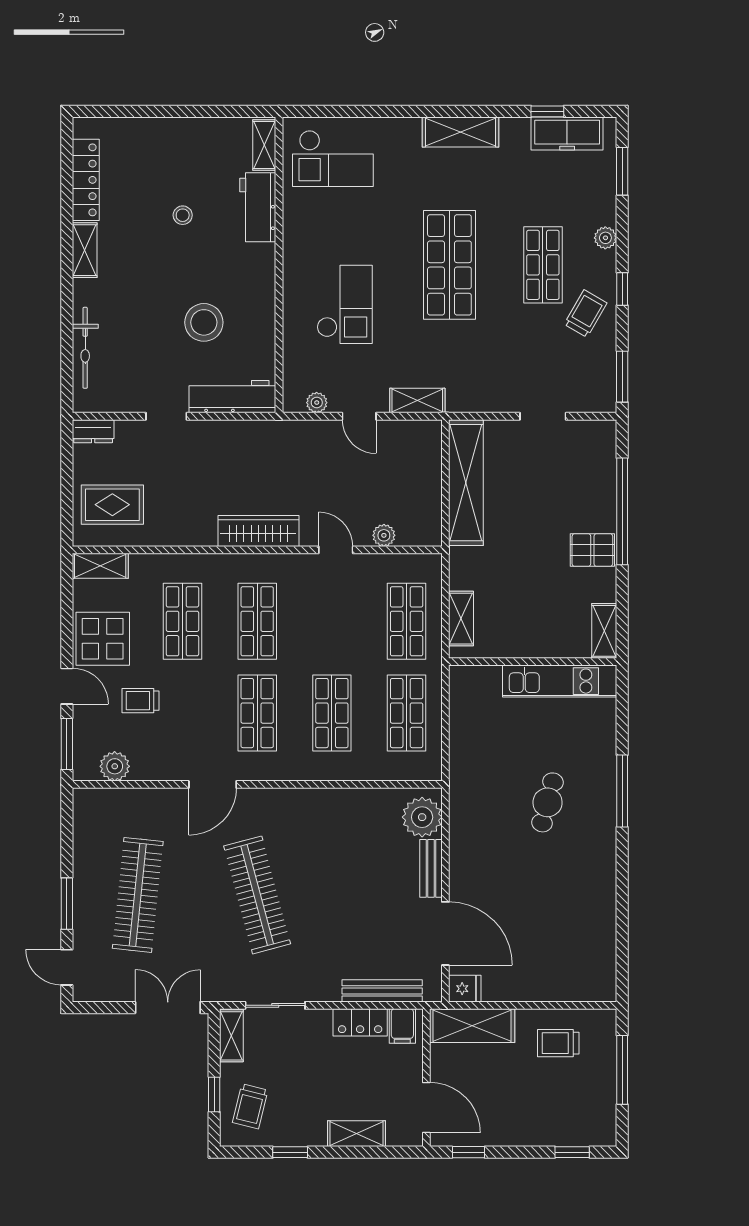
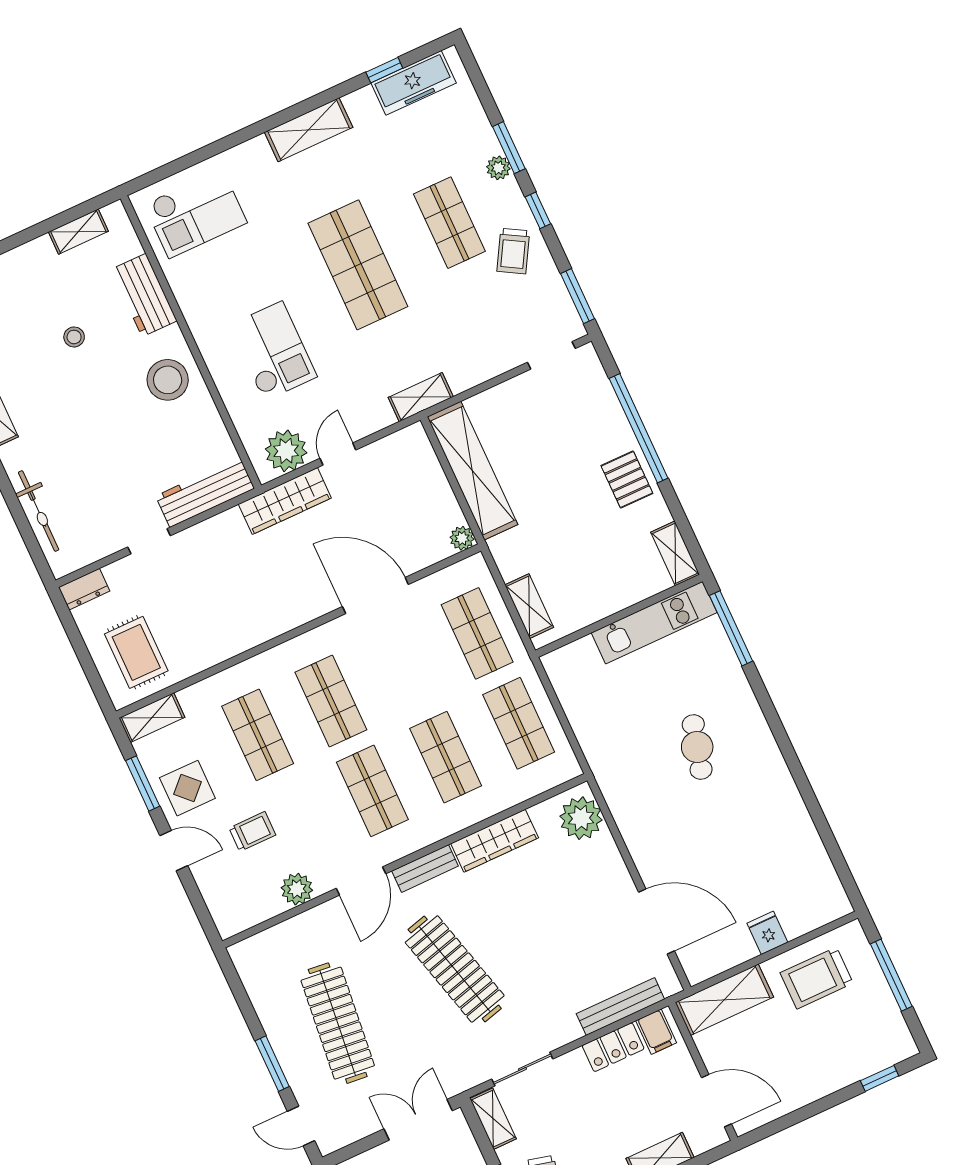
shelving: (264, 145) -> (78, 232), moved, turned 90
window: (622, 171) -> (509, 148), moved
trolley: (586, 314) -> (513, 251), turned 180
stool: (204, 322) -> (168, 380), moved
shelving: (417, 401) -> (421, 397), moved
plant: (317, 403) -> (286, 451), width x1.88, depth x1.88
door: (359, 416) -> (338, 454), swing flipped
doorway: (543, 416) -> (551, 355), moved
rug: (112, 505) -> (136, 652), turned 90
wardrobe: (258, 531) -> (285, 501), moved, turned 180
plant: (384, 535) -> (462, 538), moved
door: (336, 550) -> (375, 596), width x1.87
pallet: (592, 550) -> (627, 480), turned 90
display table: (103, 639) -> (187, 788), width x0.73, depth x0.73
trolley: (140, 701) -> (252, 831), turned 180
window: (67, 744) -> (143, 783), moved
plant: (115, 766) -> (297, 889), moved
window: (622, 791) -> (731, 628), moved
wardrobe: (341, 802) -> (495, 841), added
bench: (431, 868) -> (425, 868), moved, turned 90
fridge: (465, 989) -> (767, 933), moved, turned -90
trolley: (558, 1043) -> (817, 978), width x1.36, depth x1.39
window: (468, 1152) -> (778, 1125), removed

